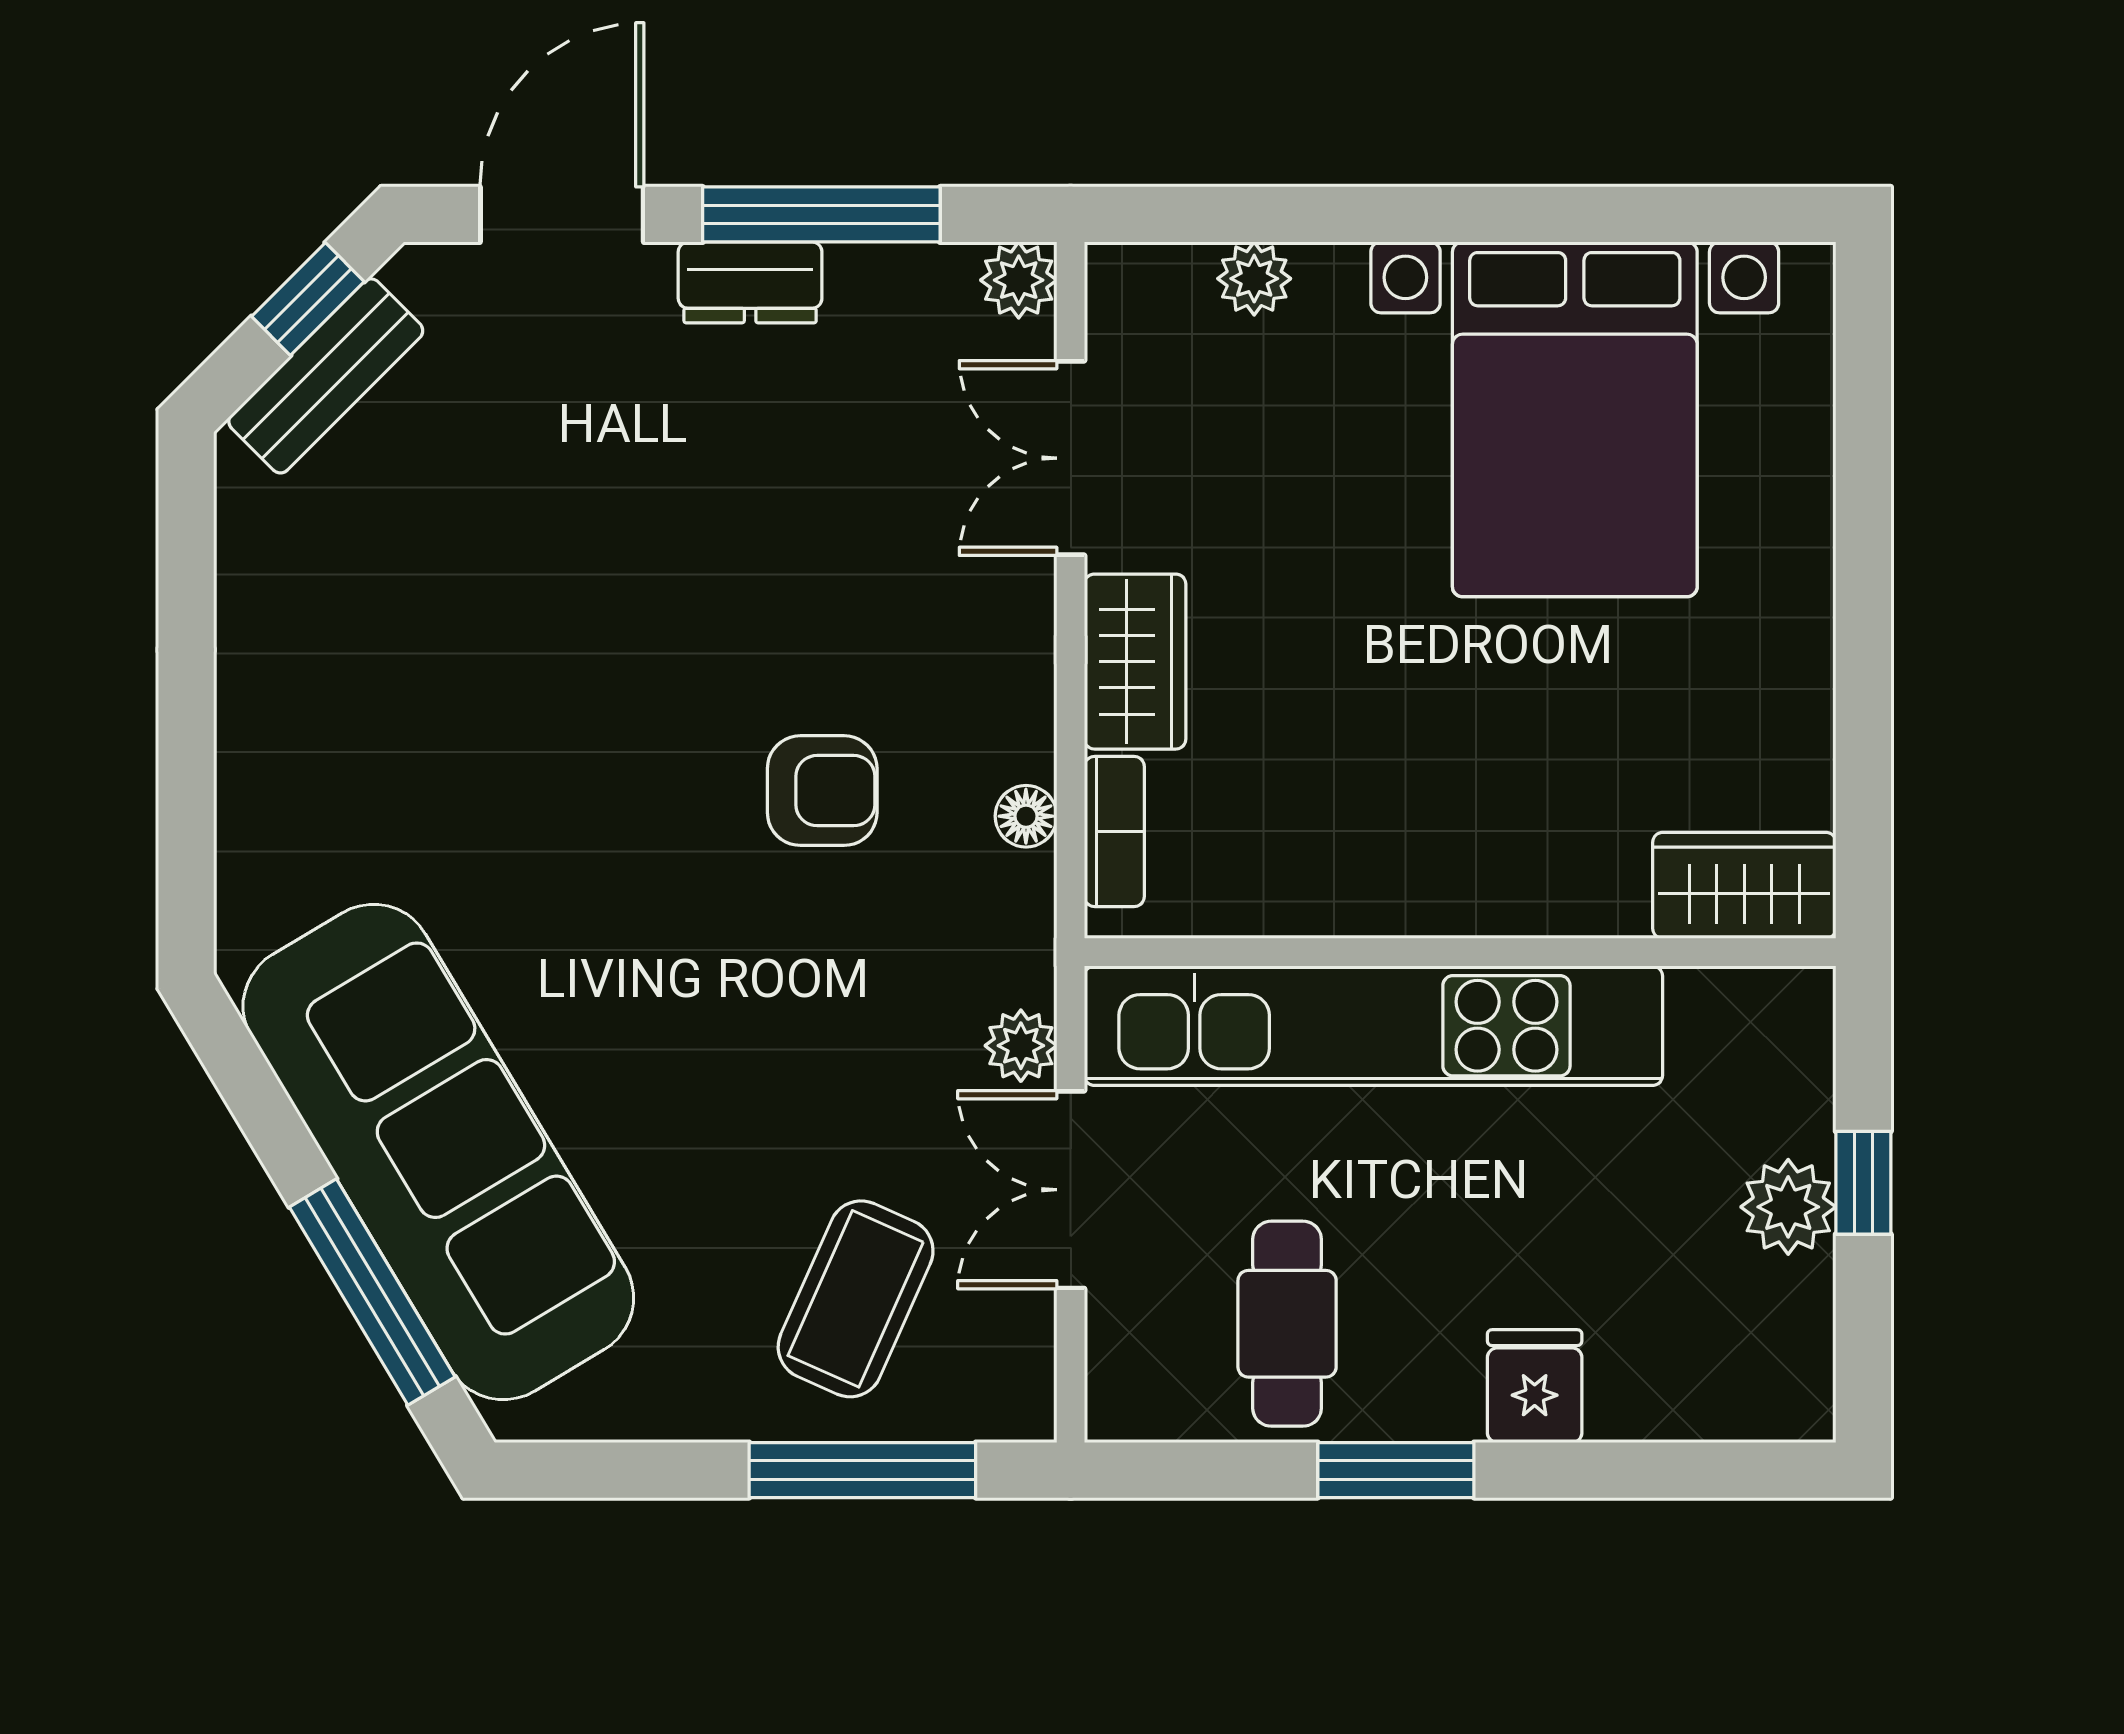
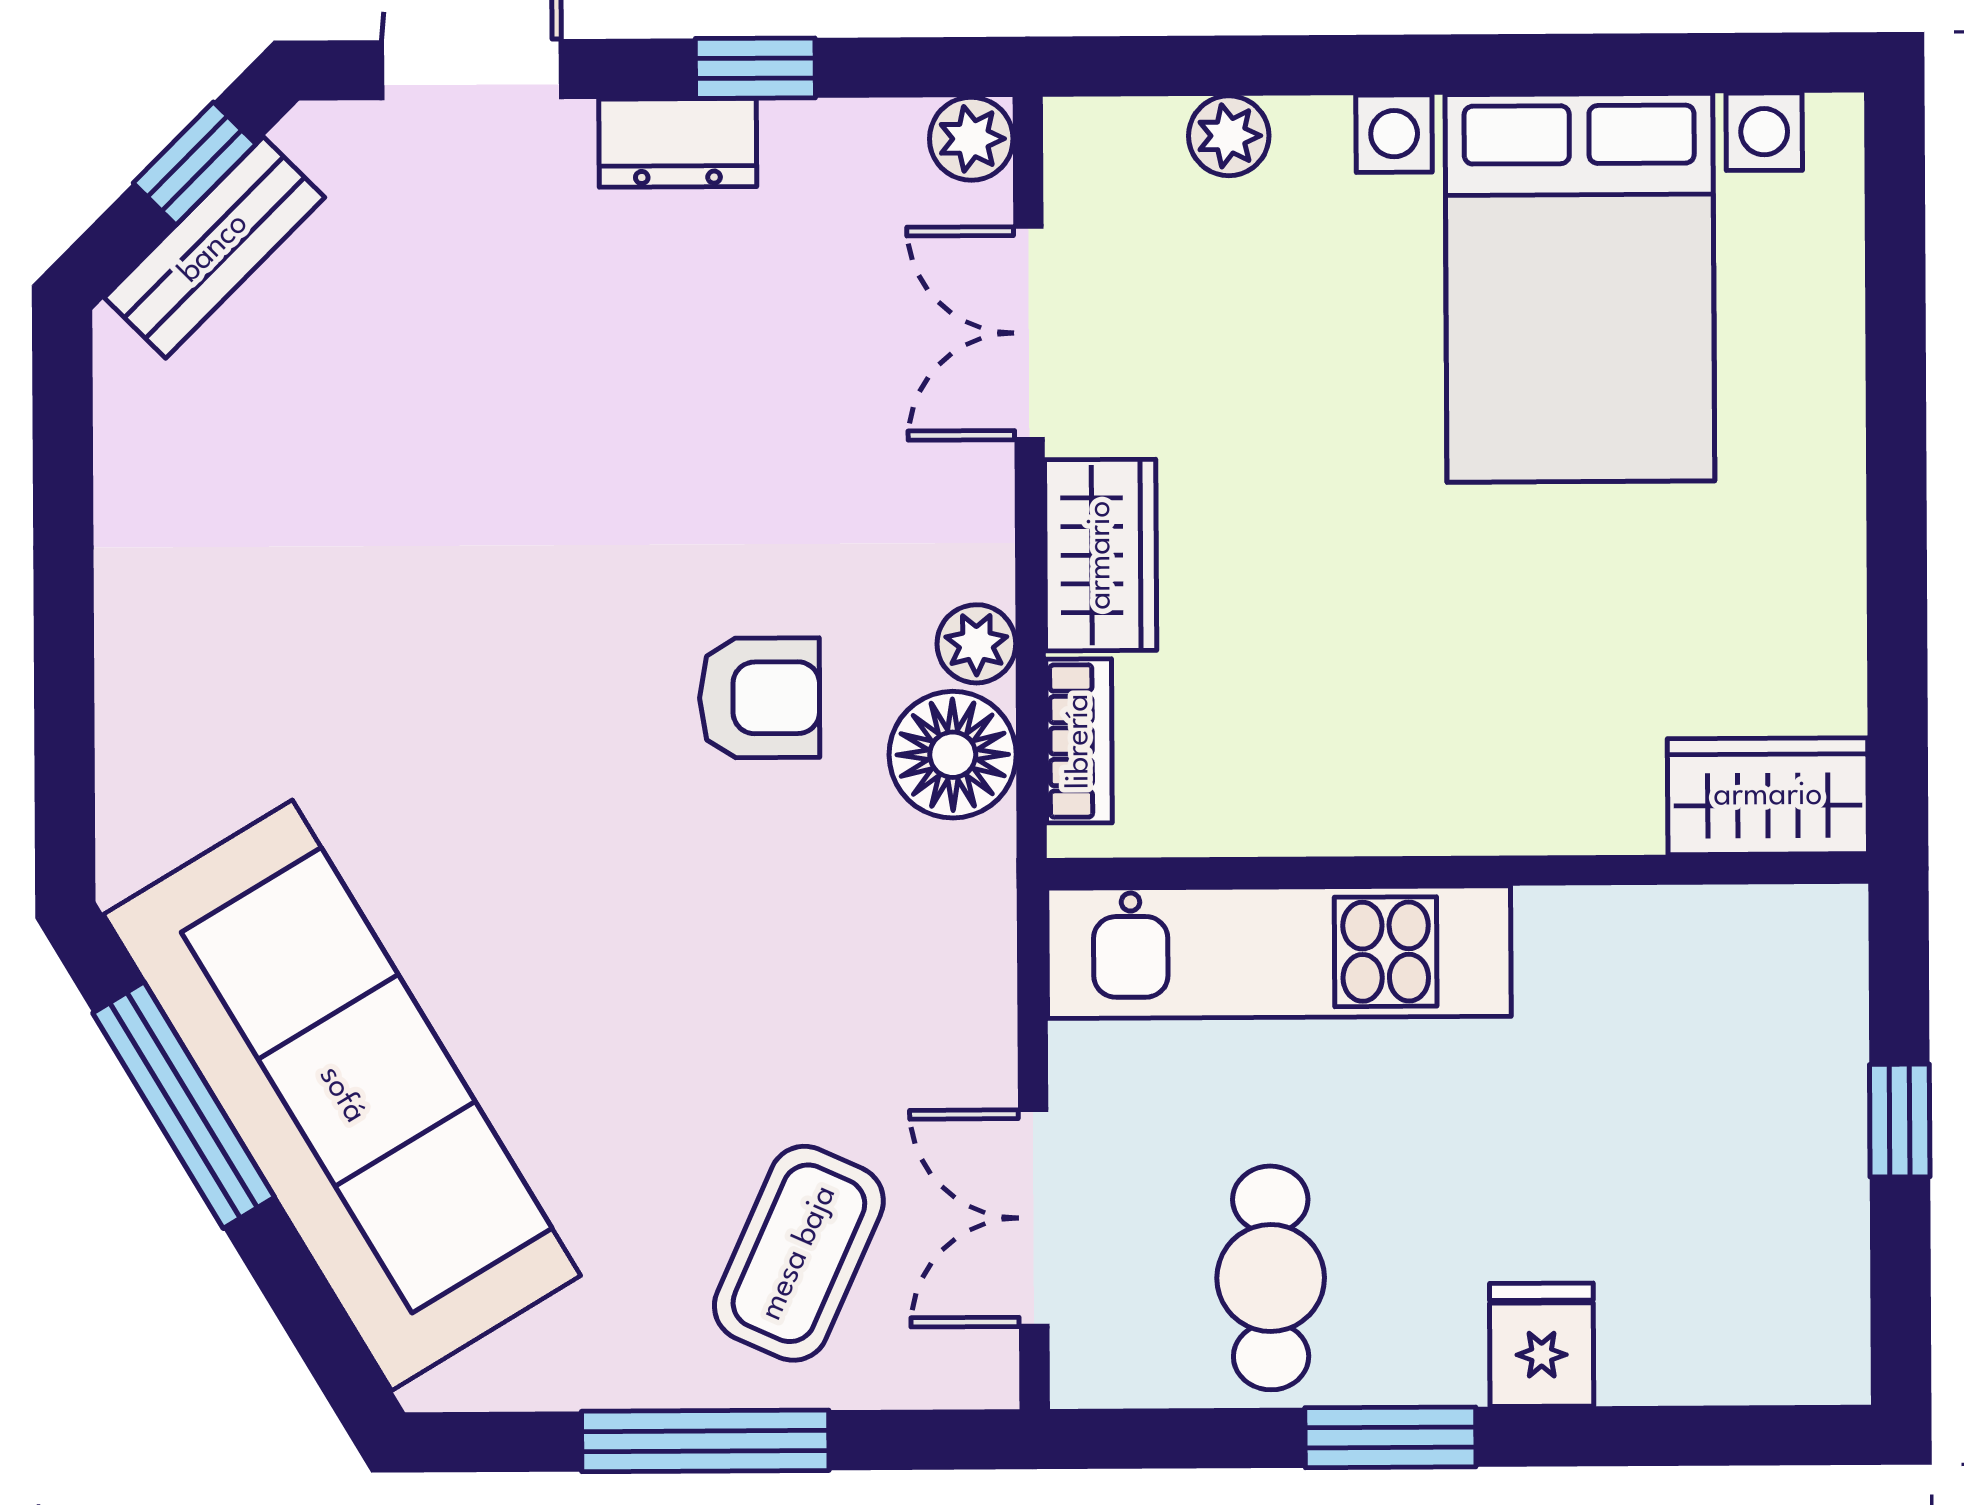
window: (821, 214) -> (755, 68), width x0.46
floor lamp: (1026, 816) -> (953, 755), width x1.89, depth x1.89
kitchen unit: (1373, 1026) -> (1279, 952), width x0.73
plant: (1021, 1046) -> (976, 644), moved
double door: (1071, 1190) -> (1034, 1218), moved
plant: (1788, 1207) -> (1818, 1147), removed
window: (372, 1292) -> (184, 1105), moved
window: (862, 1470) -> (705, 1441), moved

